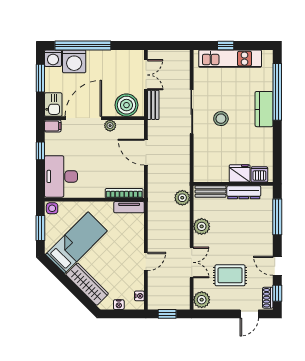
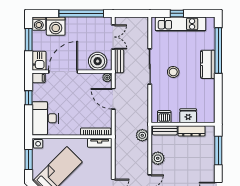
window: (83, 45) -> (81, 13), moved
plant: (110, 126) -> (107, 78), moved
dishwasher: (259, 174) -> (164, 117), moved

